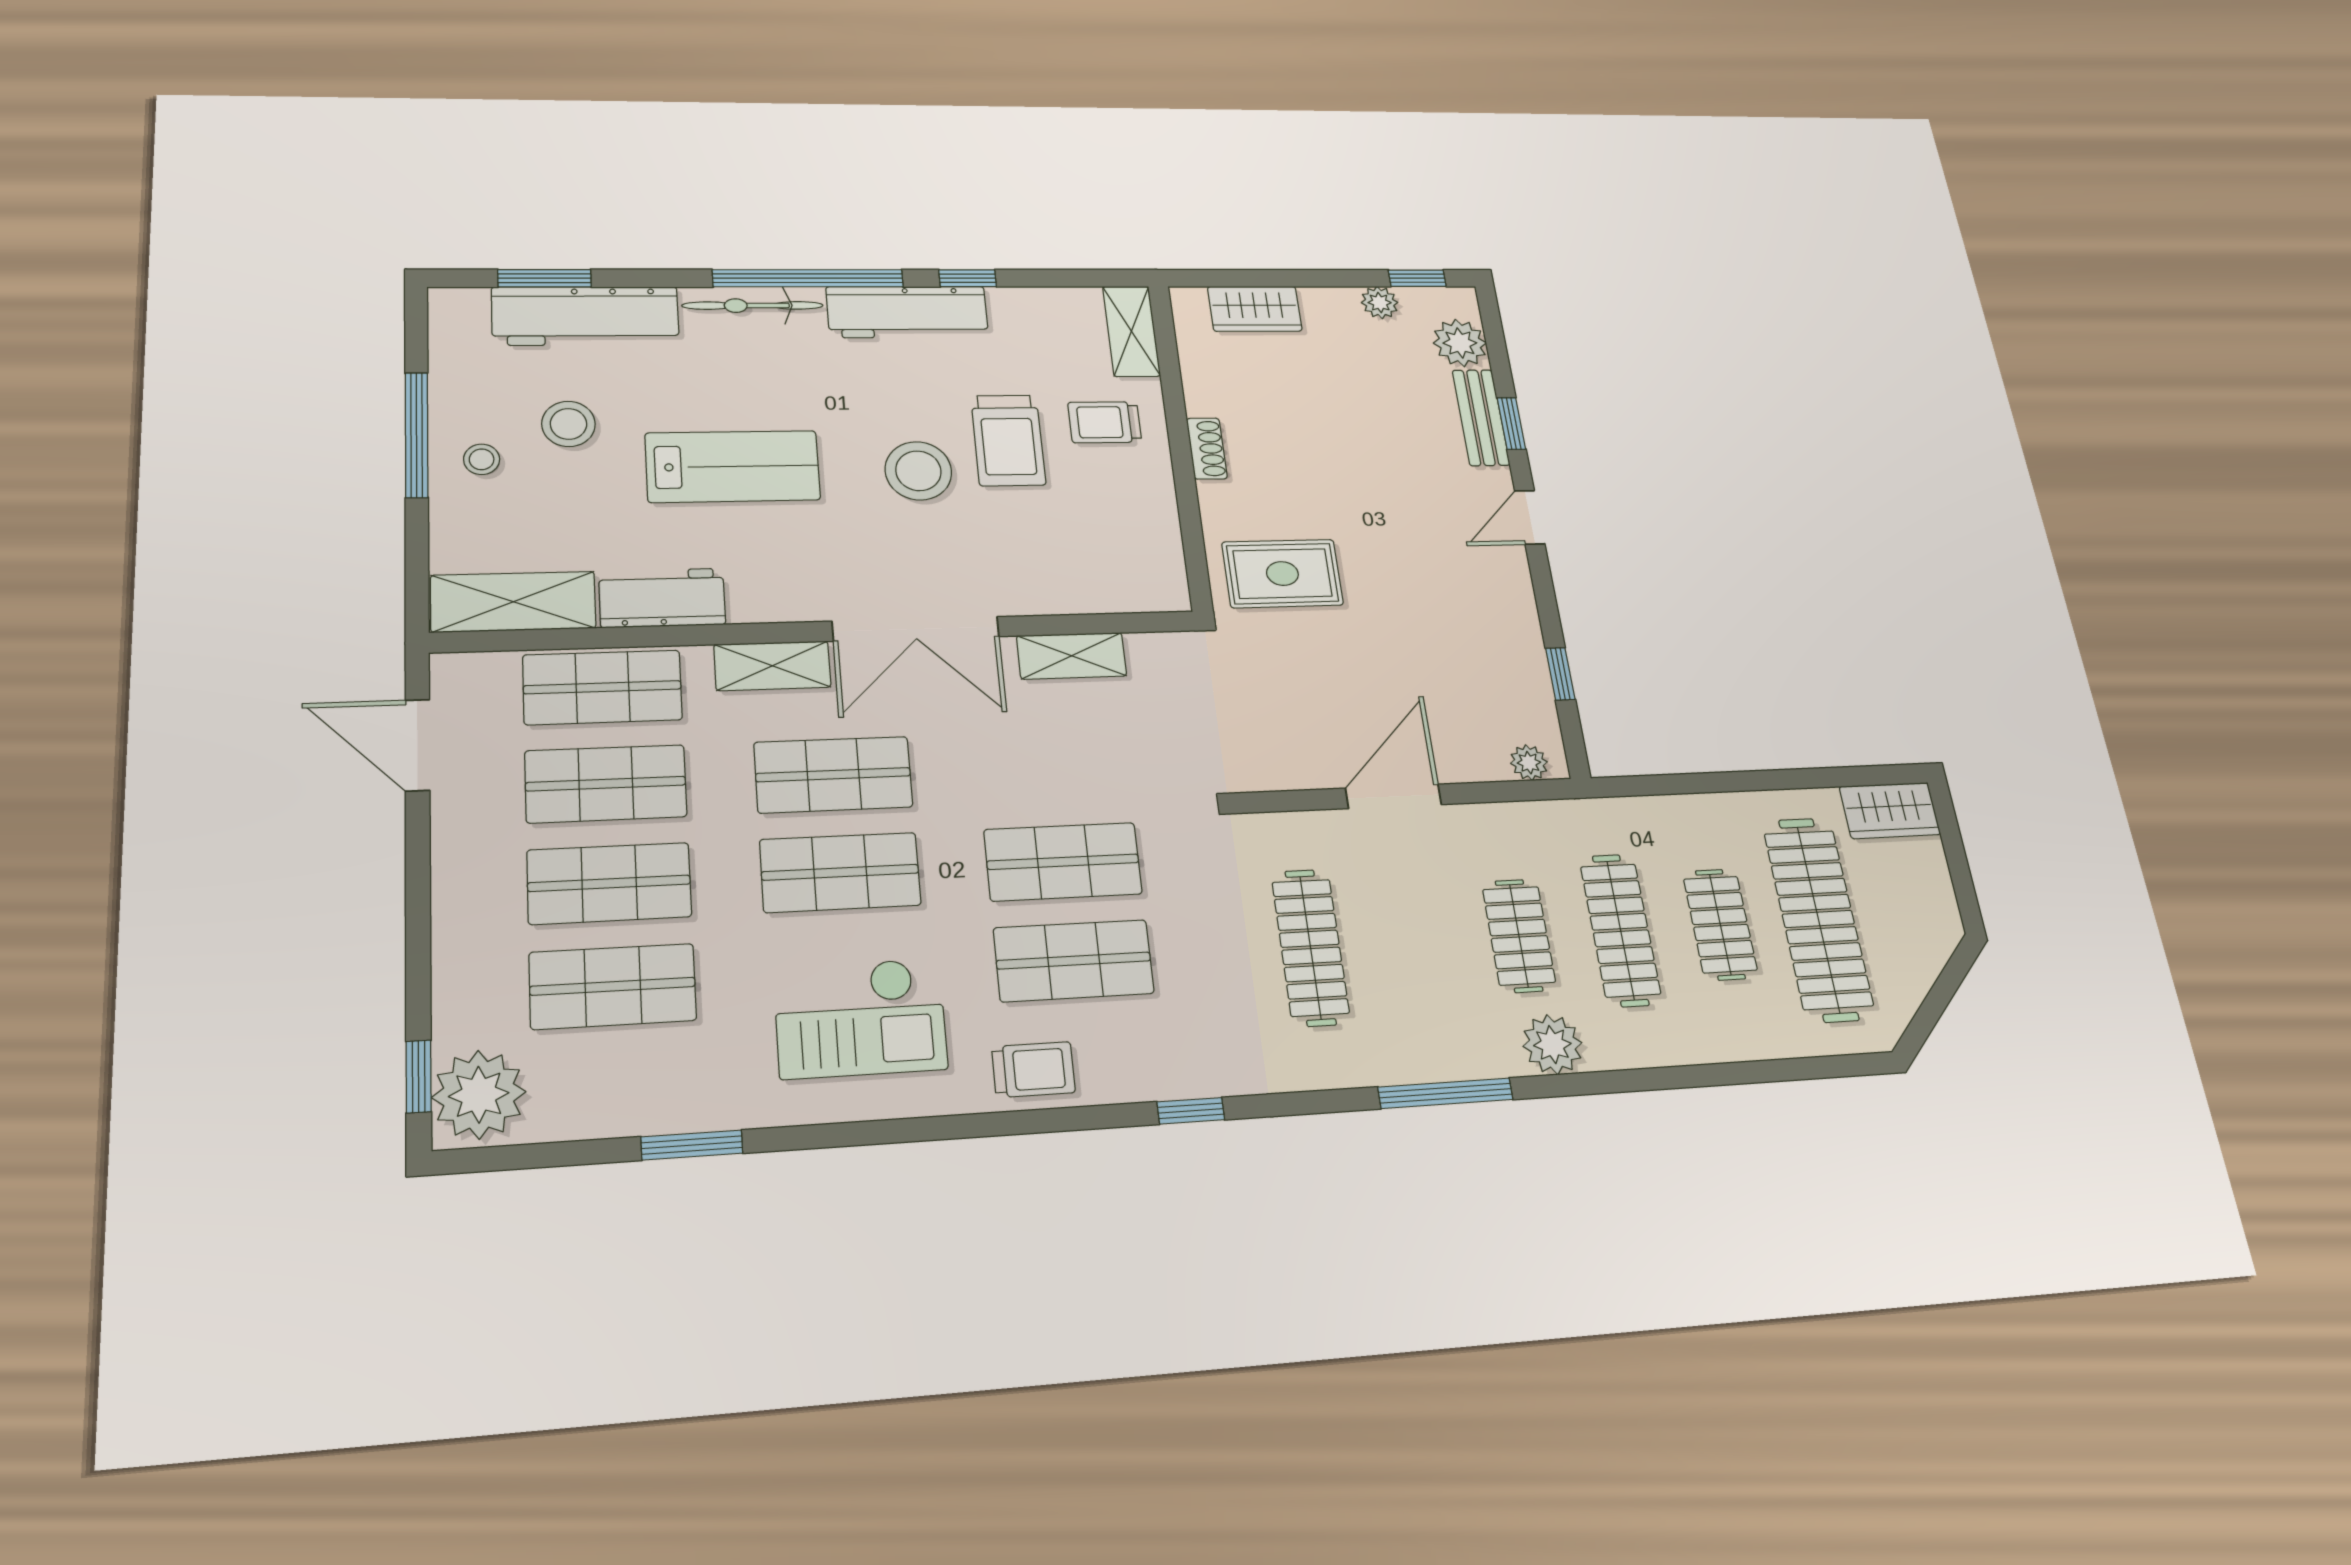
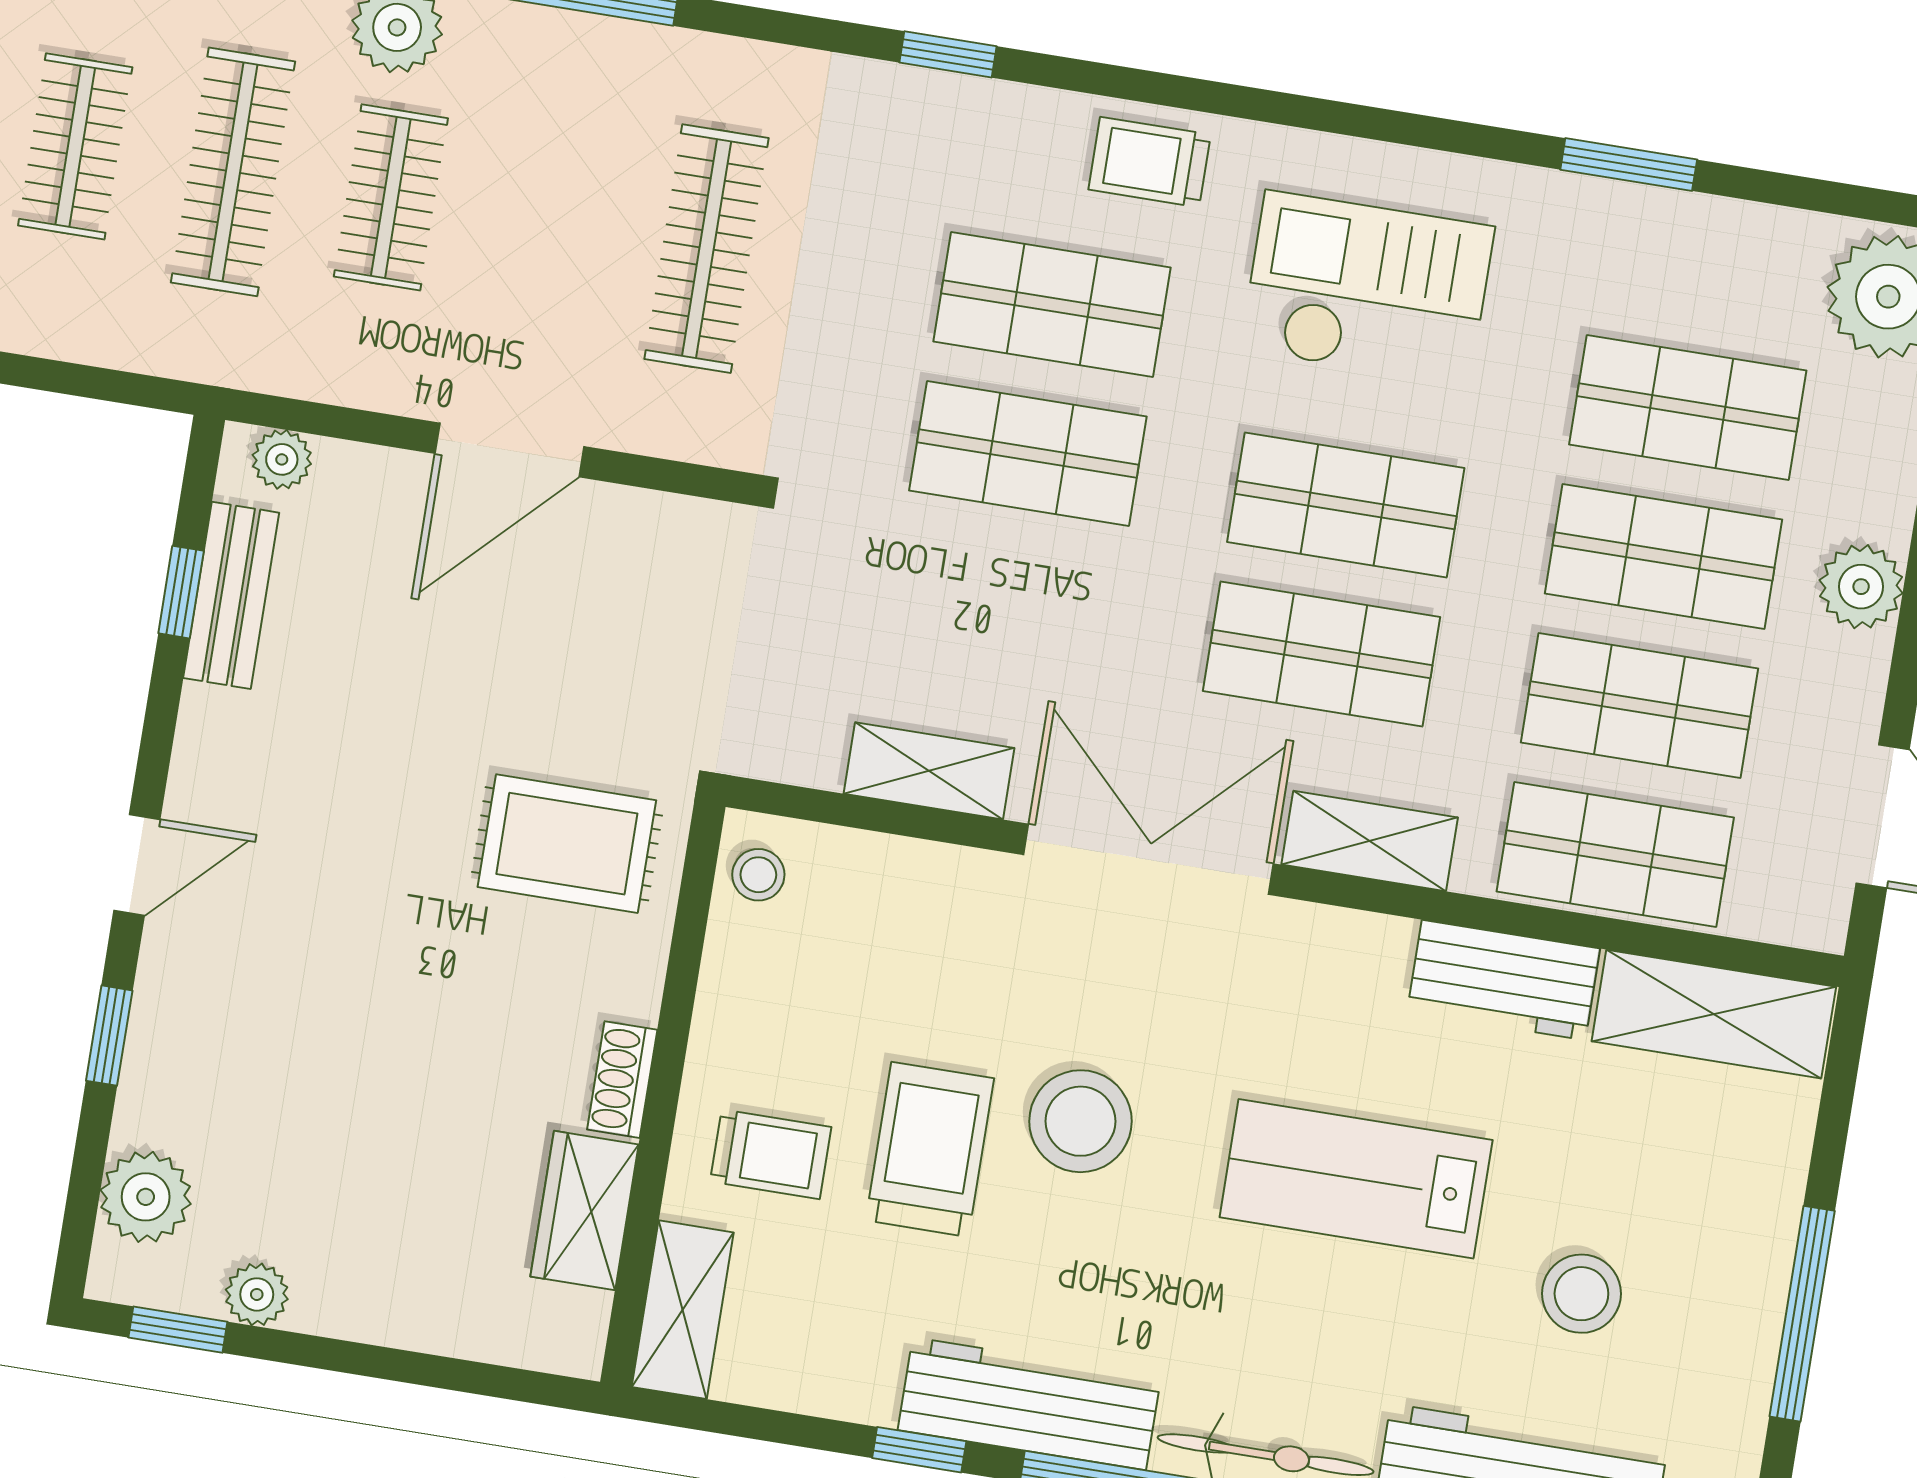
wardrobe: (1255, 309) -> (585, 1211), moved, turned -90
bench: (1481, 418) -> (231, 595), moved
stool: (482, 459) -> (758, 875), moved
plant: (462, 892) -> (1861, 587), added

